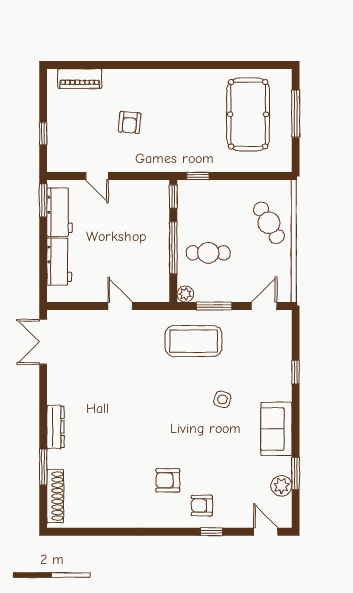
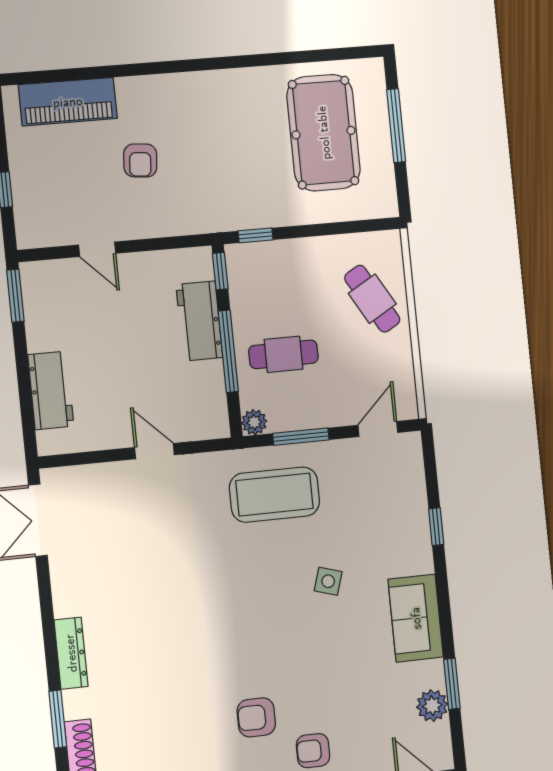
piano: (80, 79) -> (68, 102), width x1.37, depth x1.33
workbench: (60, 212) -> (199, 321), moved, turned 180

